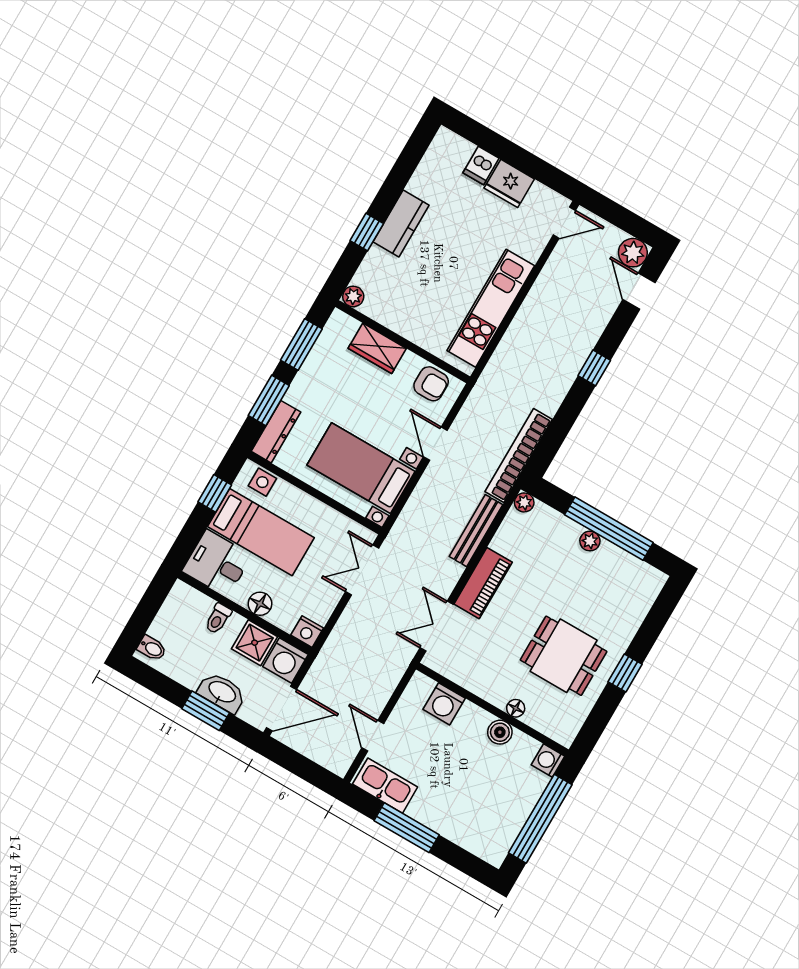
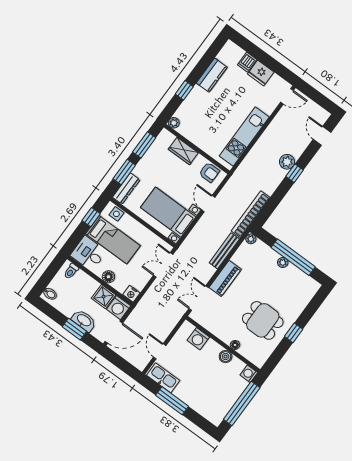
kitchen counter: (401, 224) -> (212, 75), moved
plant: (633, 253) -> (287, 162), moved
toilet: (218, 619) -> (71, 271), moved

